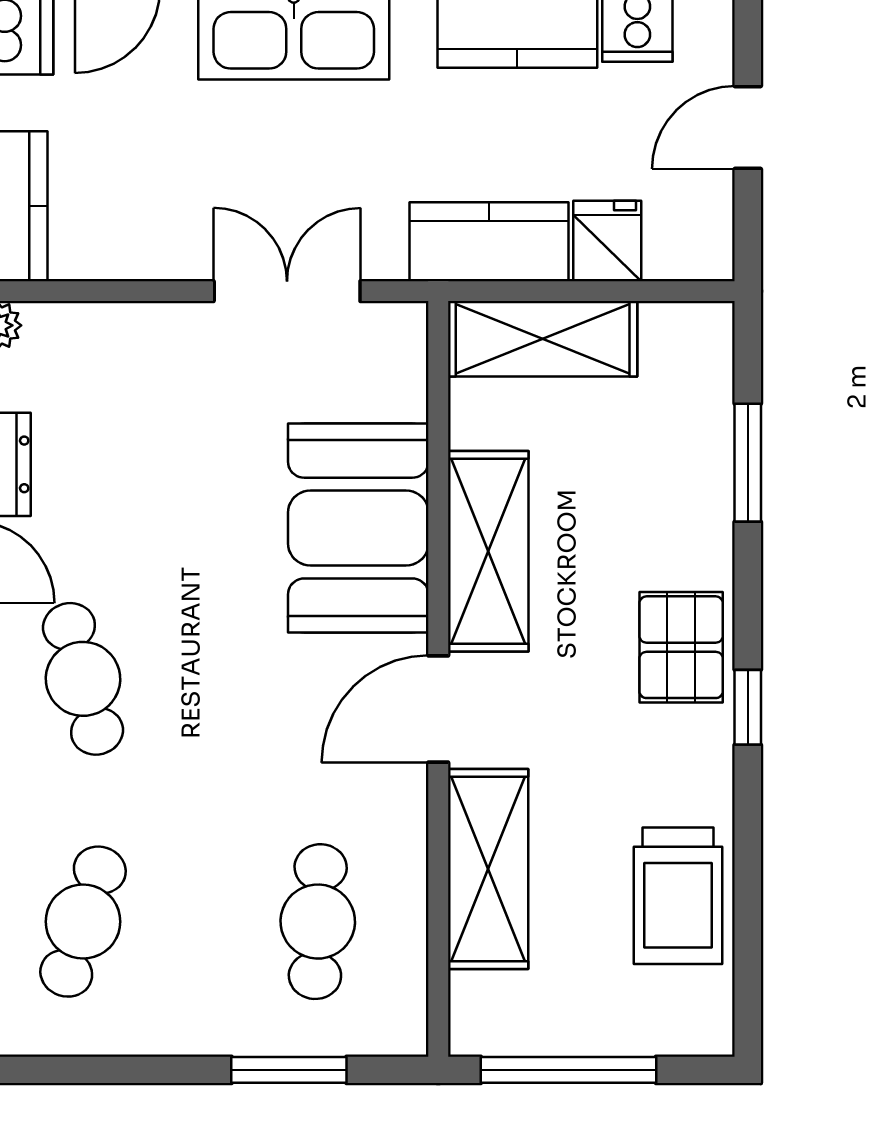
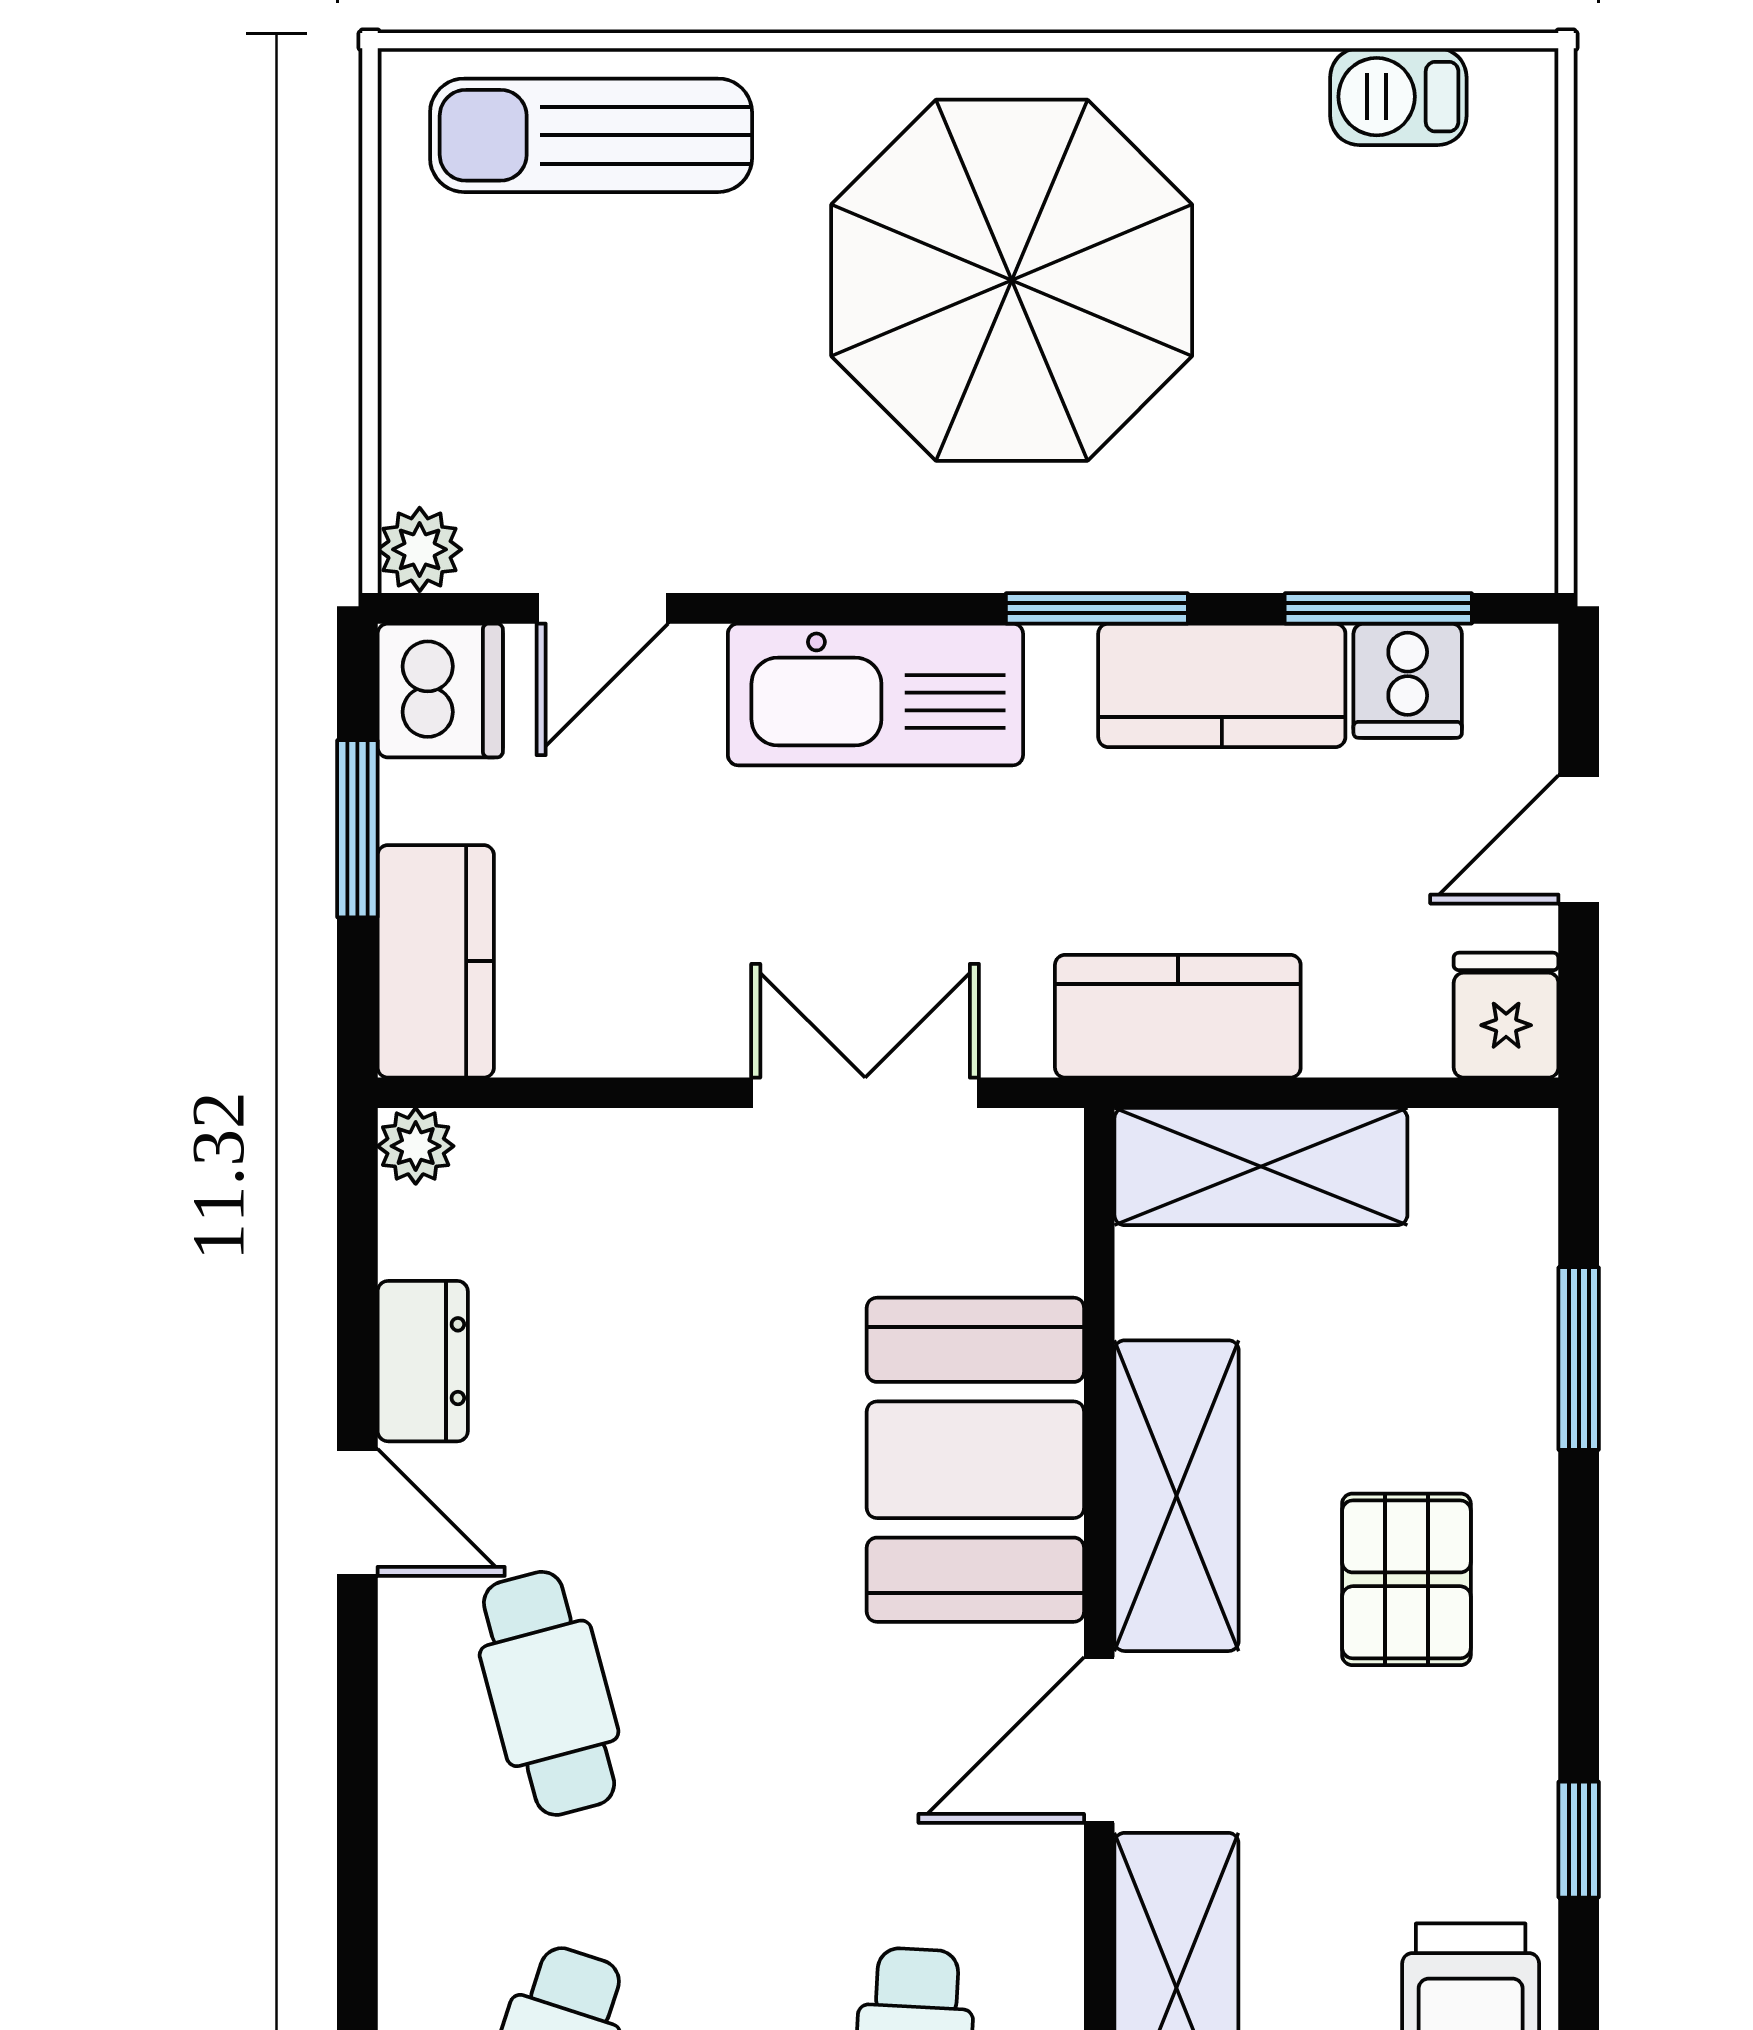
fridge: (607, 241) -> (1506, 1015), moved
pallet: (681, 647) -> (1406, 1579), moved
window: (748, 707) -> (1579, 1840), moved

